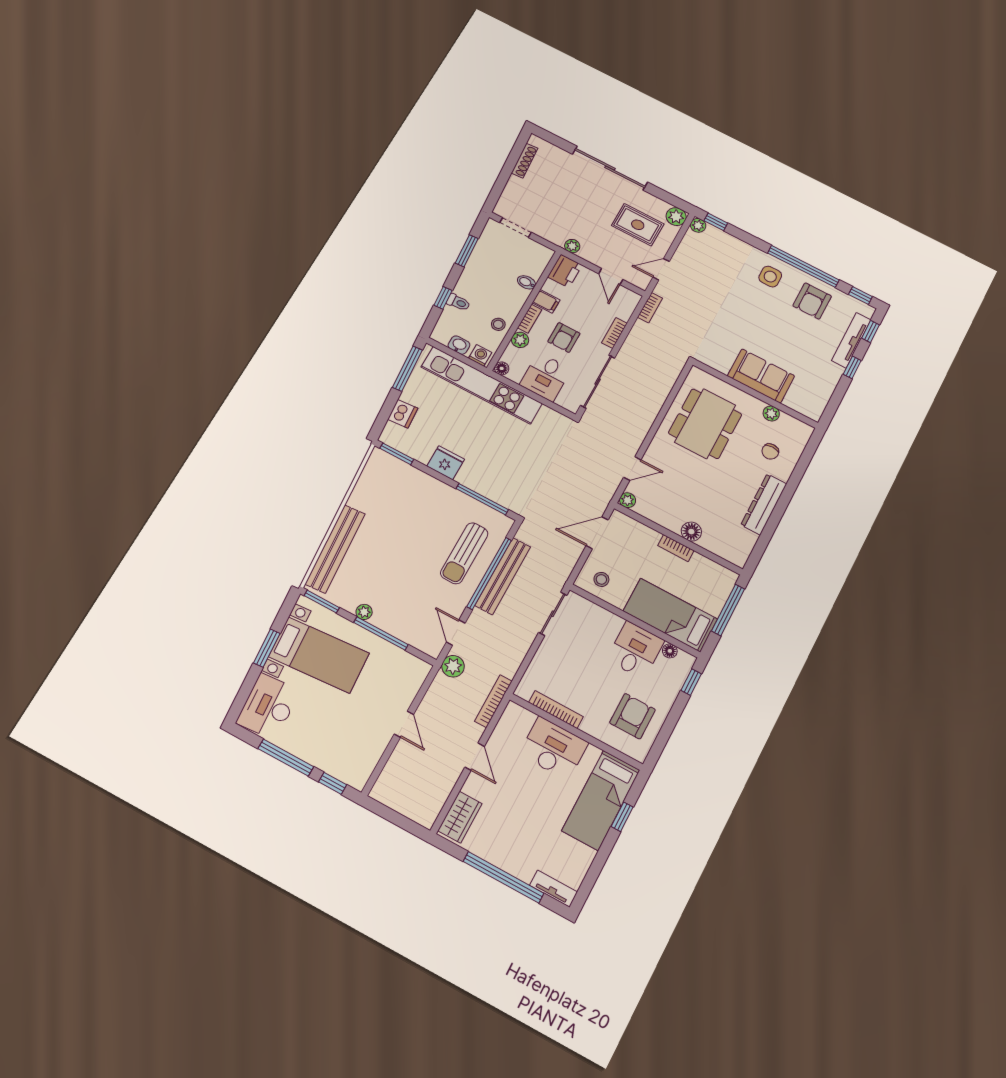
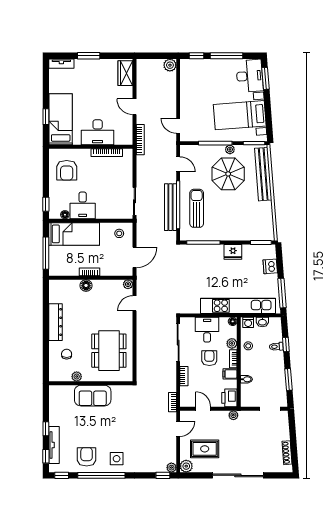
parasol: (388, 578) -> (228, 174), added
window: (267, 648) -> (265, 78), moved
plant: (453, 666) -> (170, 65), moved
door: (404, 724) -> (178, 126), moved
window: (503, 877) -> (89, 56), width x0.47

